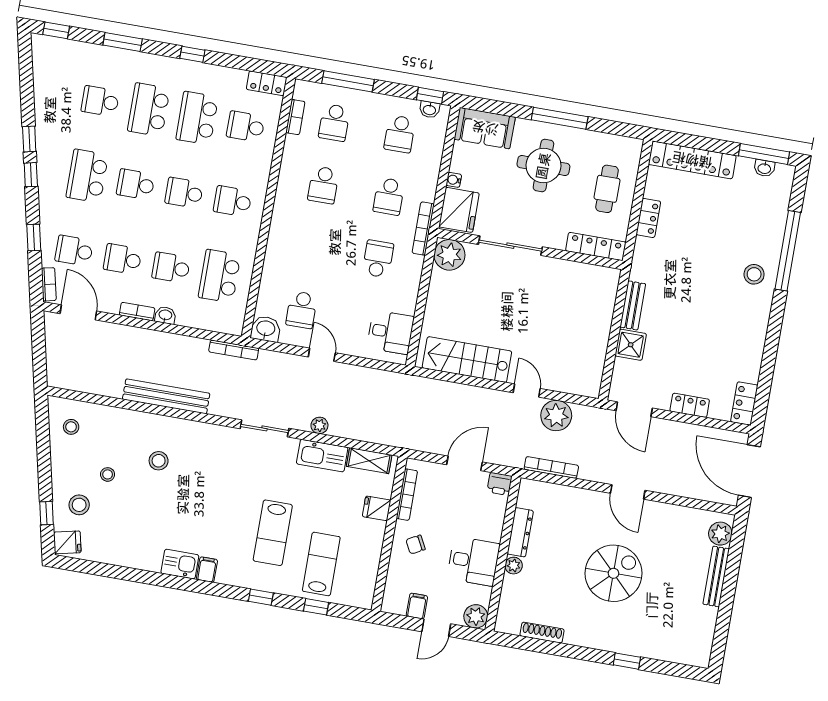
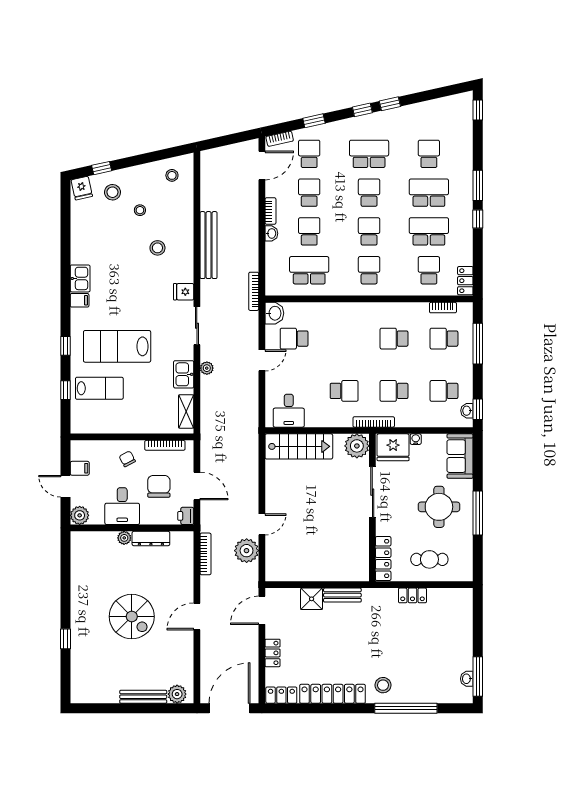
window: (123, 42) -> (478, 185), moved
locker: (692, 160) -> (333, 694), moved, turned 90
stairs: (467, 360) -> (299, 446), moved, turned 90
kitchen sink: (322, 456) -> (184, 374), width x0.73
fridge: (377, 508) -> (184, 292), moved, turned -90
chair: (457, 511) -> (159, 486), added
lab bench: (273, 533) -> (117, 346), width x1.36, depth x1.39
shoe rack: (542, 633) -> (76, 569), removed

